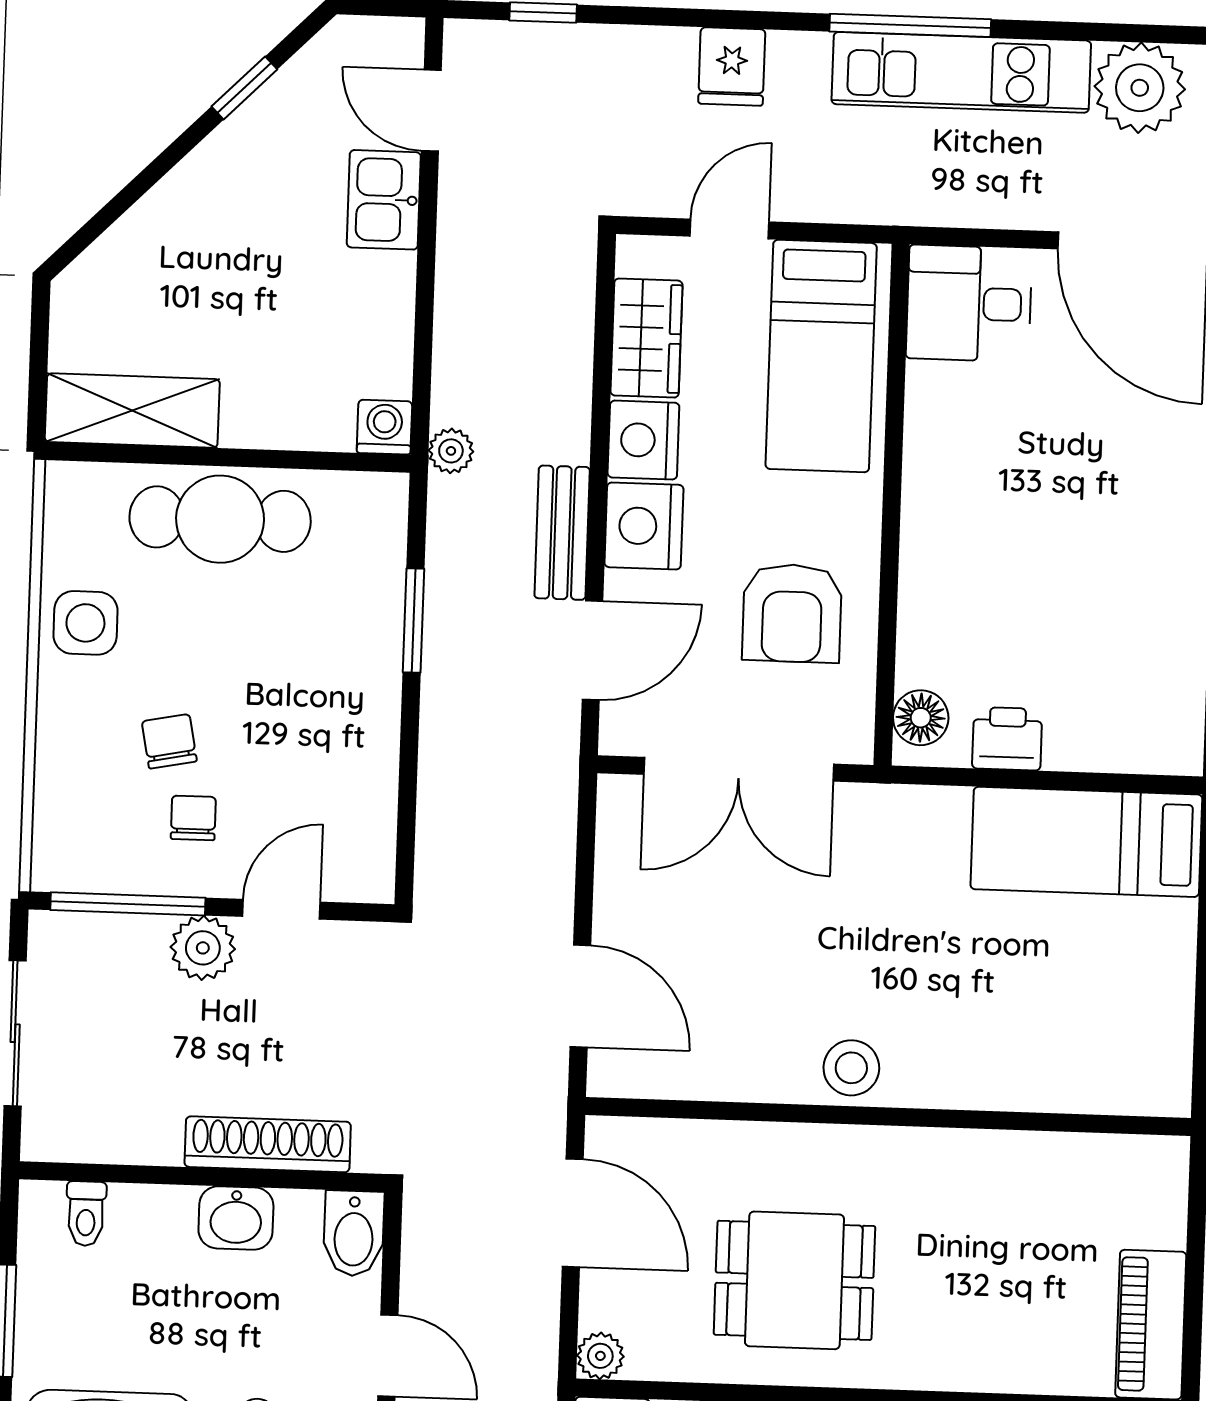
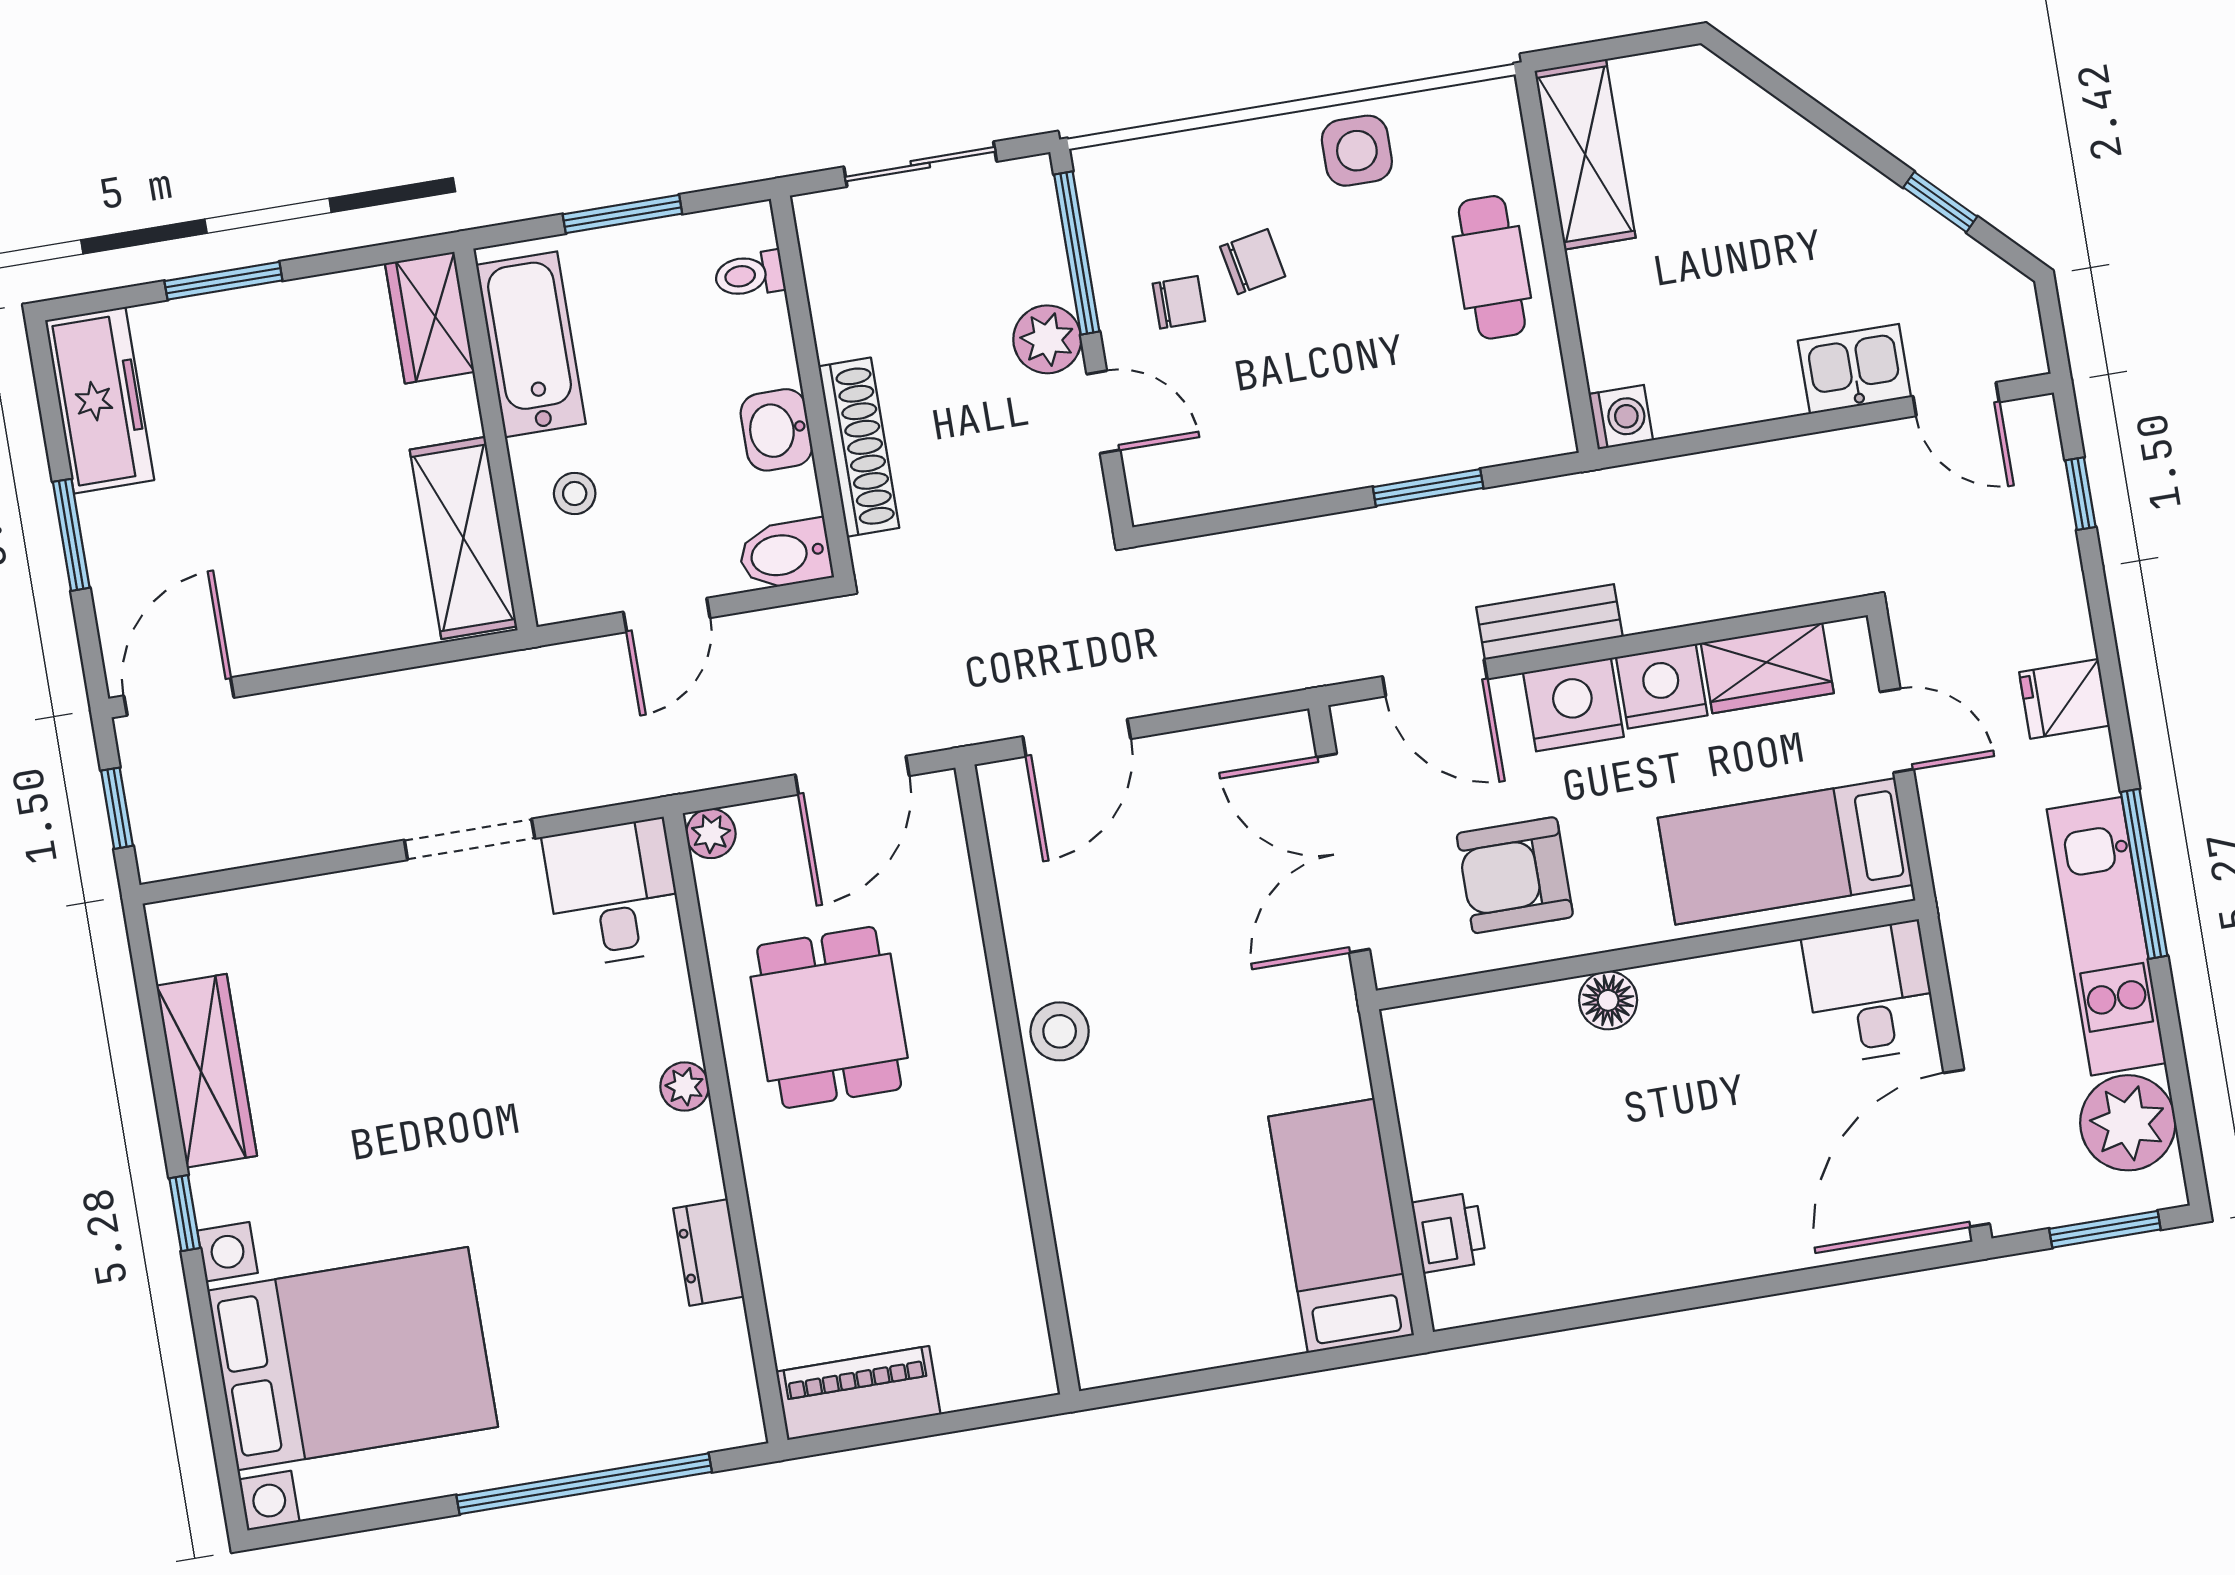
door: (431, 111) -> (1956, 399), swing flipped
plant: (451, 451) -> (1610, 491), removed
cafe table: (220, 519) -> (1492, 267), width x0.73, depth x0.74
floor lamp: (921, 718) -> (1608, 1000), moved
printer: (1007, 739) -> (1449, 1232), moved

